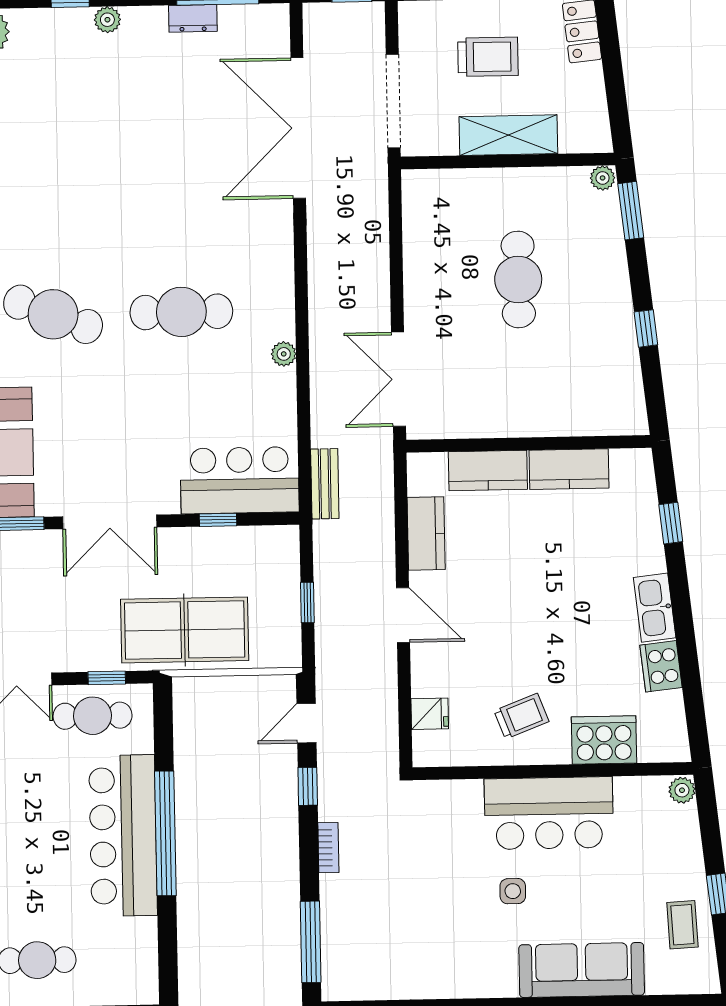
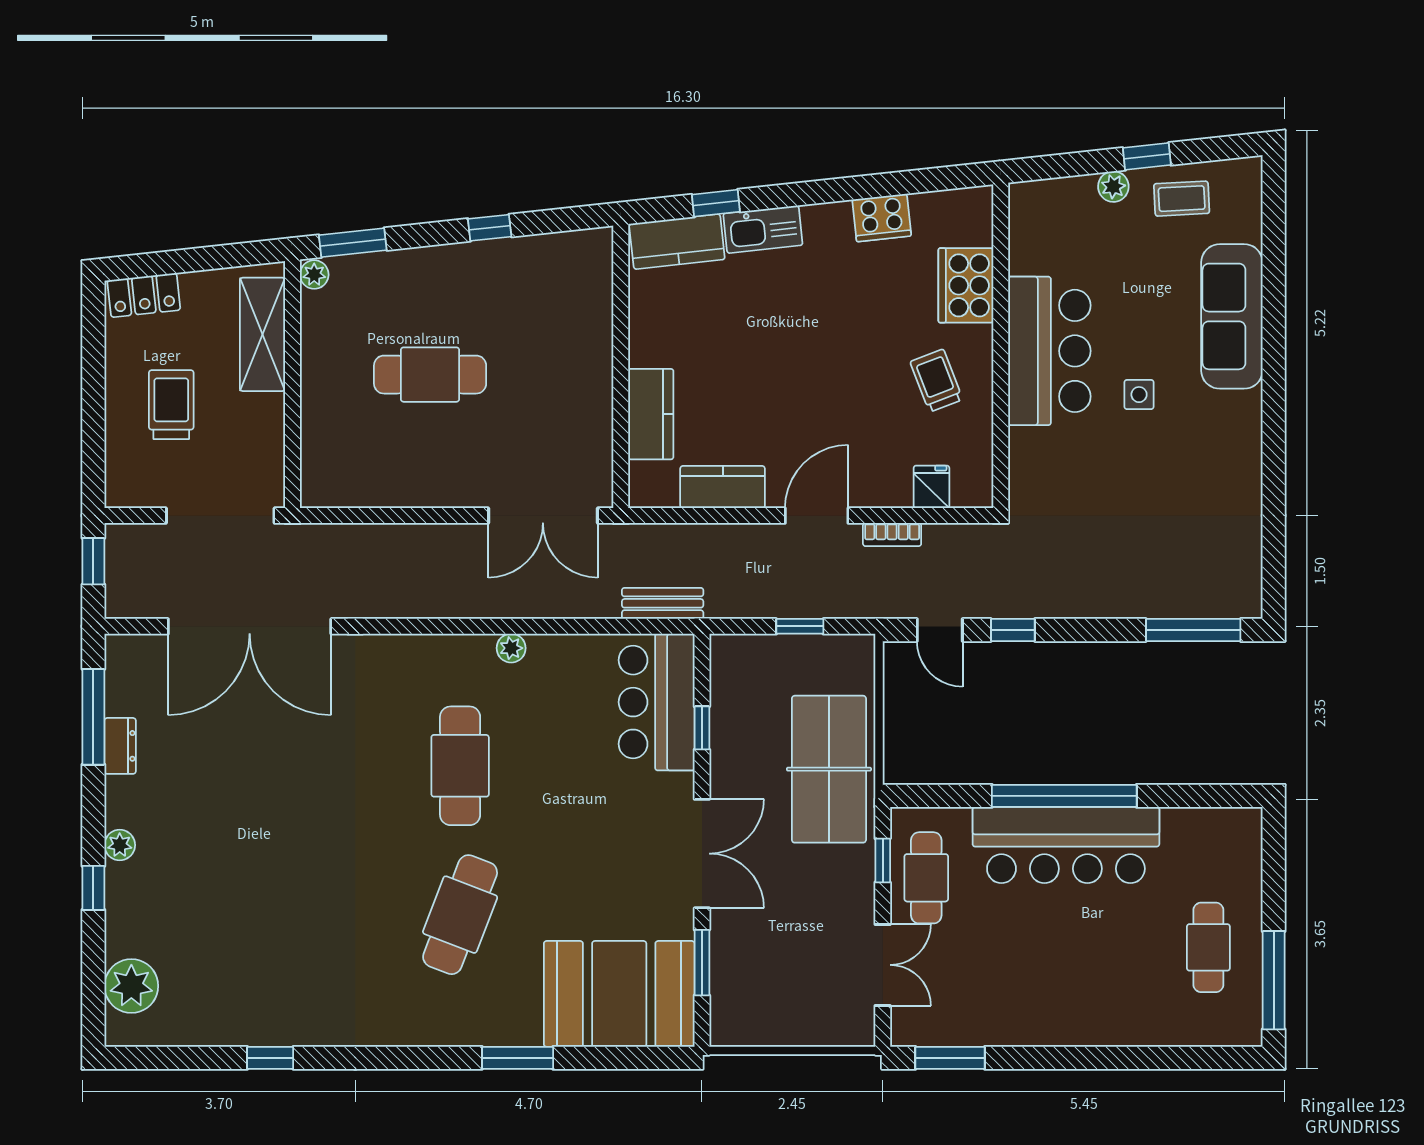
shelving: (508, 135) -> (262, 334), moved
kitchen counter: (569, 469) -> (677, 242), moved, turned 84
kitchen sink: (655, 608) -> (763, 229), moved
plant: (682, 790) -> (1113, 187), moved
bookcase: (328, 848) -> (892, 535), moved, turned 180

